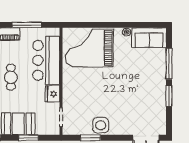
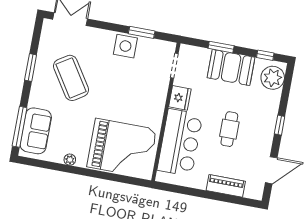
window: (27, 25) -> (197, 193), removed
sofa: (149, 38) -> (36, 131), moved, turned 90
window: (169, 64) -> (20, 127), moved
coffee table: (137, 94) -> (71, 78), added

